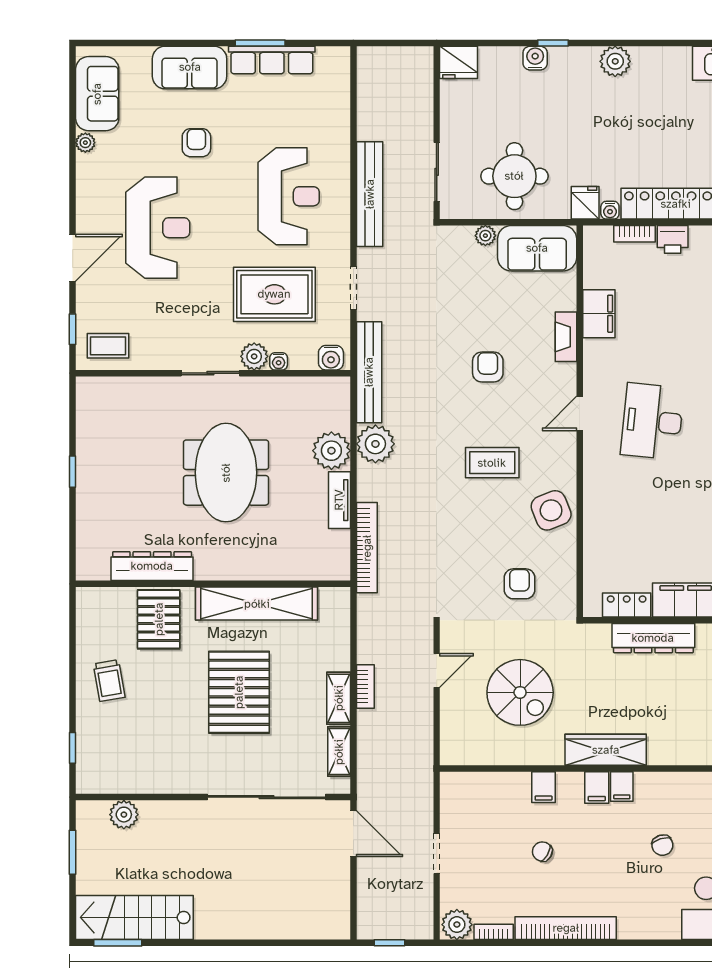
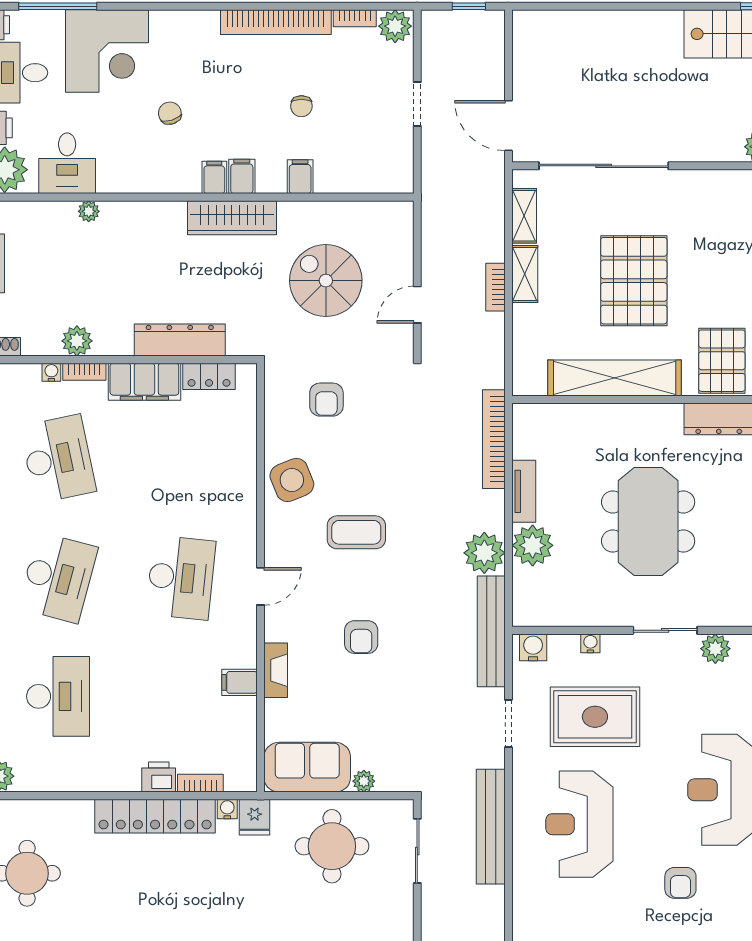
filing cabinet: (599, 314) -> (239, 682), width x0.50
plant: (254, 356) -> (715, 649), moved
chair: (542, 852) -> (301, 106), turned 60

